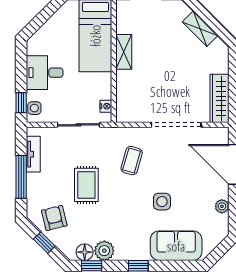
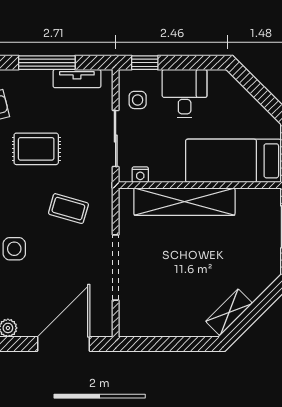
shelving: (200, 29) -> (229, 312), moved
shelving: (124, 52) -> (184, 202), width x2.20, depth x1.33
wardrobe: (219, 98) -> (150, 325), removed
side table: (34, 108) -> (138, 100), moved

